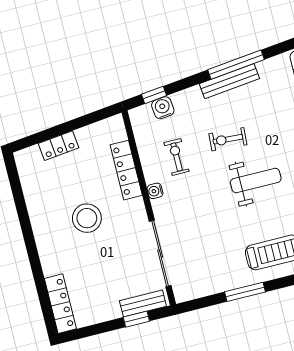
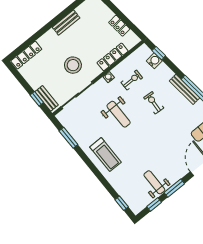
locker: (59, 146) -> (119, 26), moved
weight bench: (256, 180) -> (119, 114), moved
bench: (38, 218) -> (66, 23), added
stool: (87, 218) -> (73, 65), moved
window: (245, 292) -> (68, 138), moved

